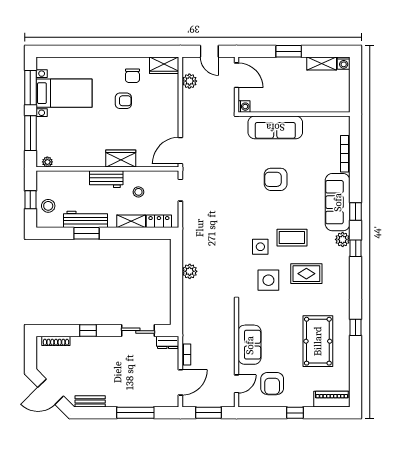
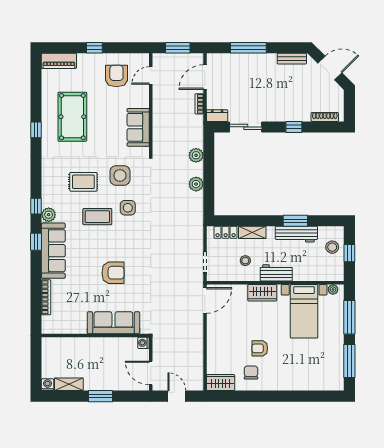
plant: (189, 81) -> (196, 155), moved
bed with nightstands: (64, 93) -> (304, 311), moved, turned -90
sofa: (250, 345) -> (138, 127), moved

